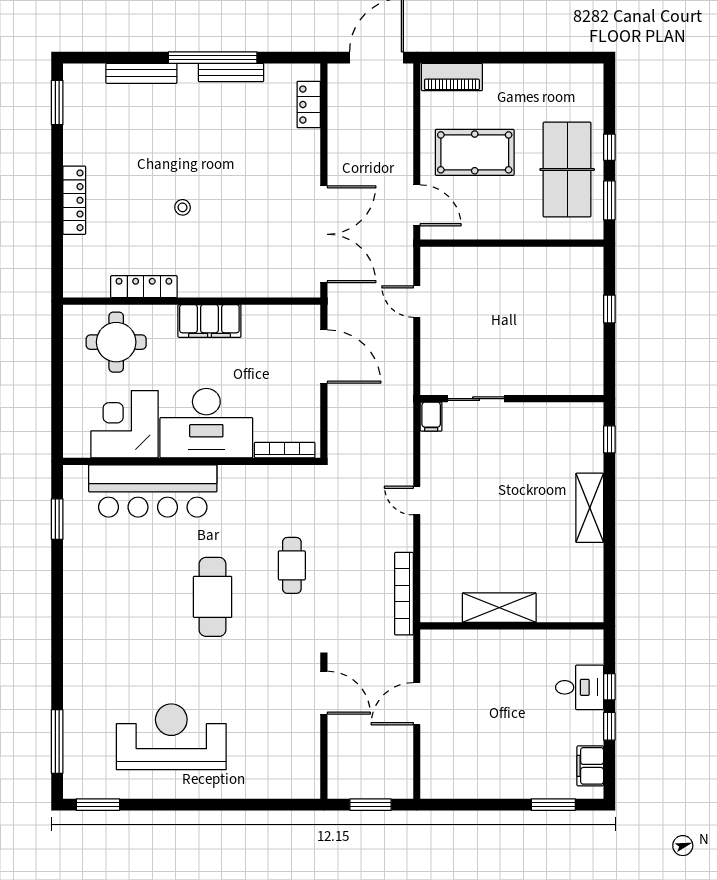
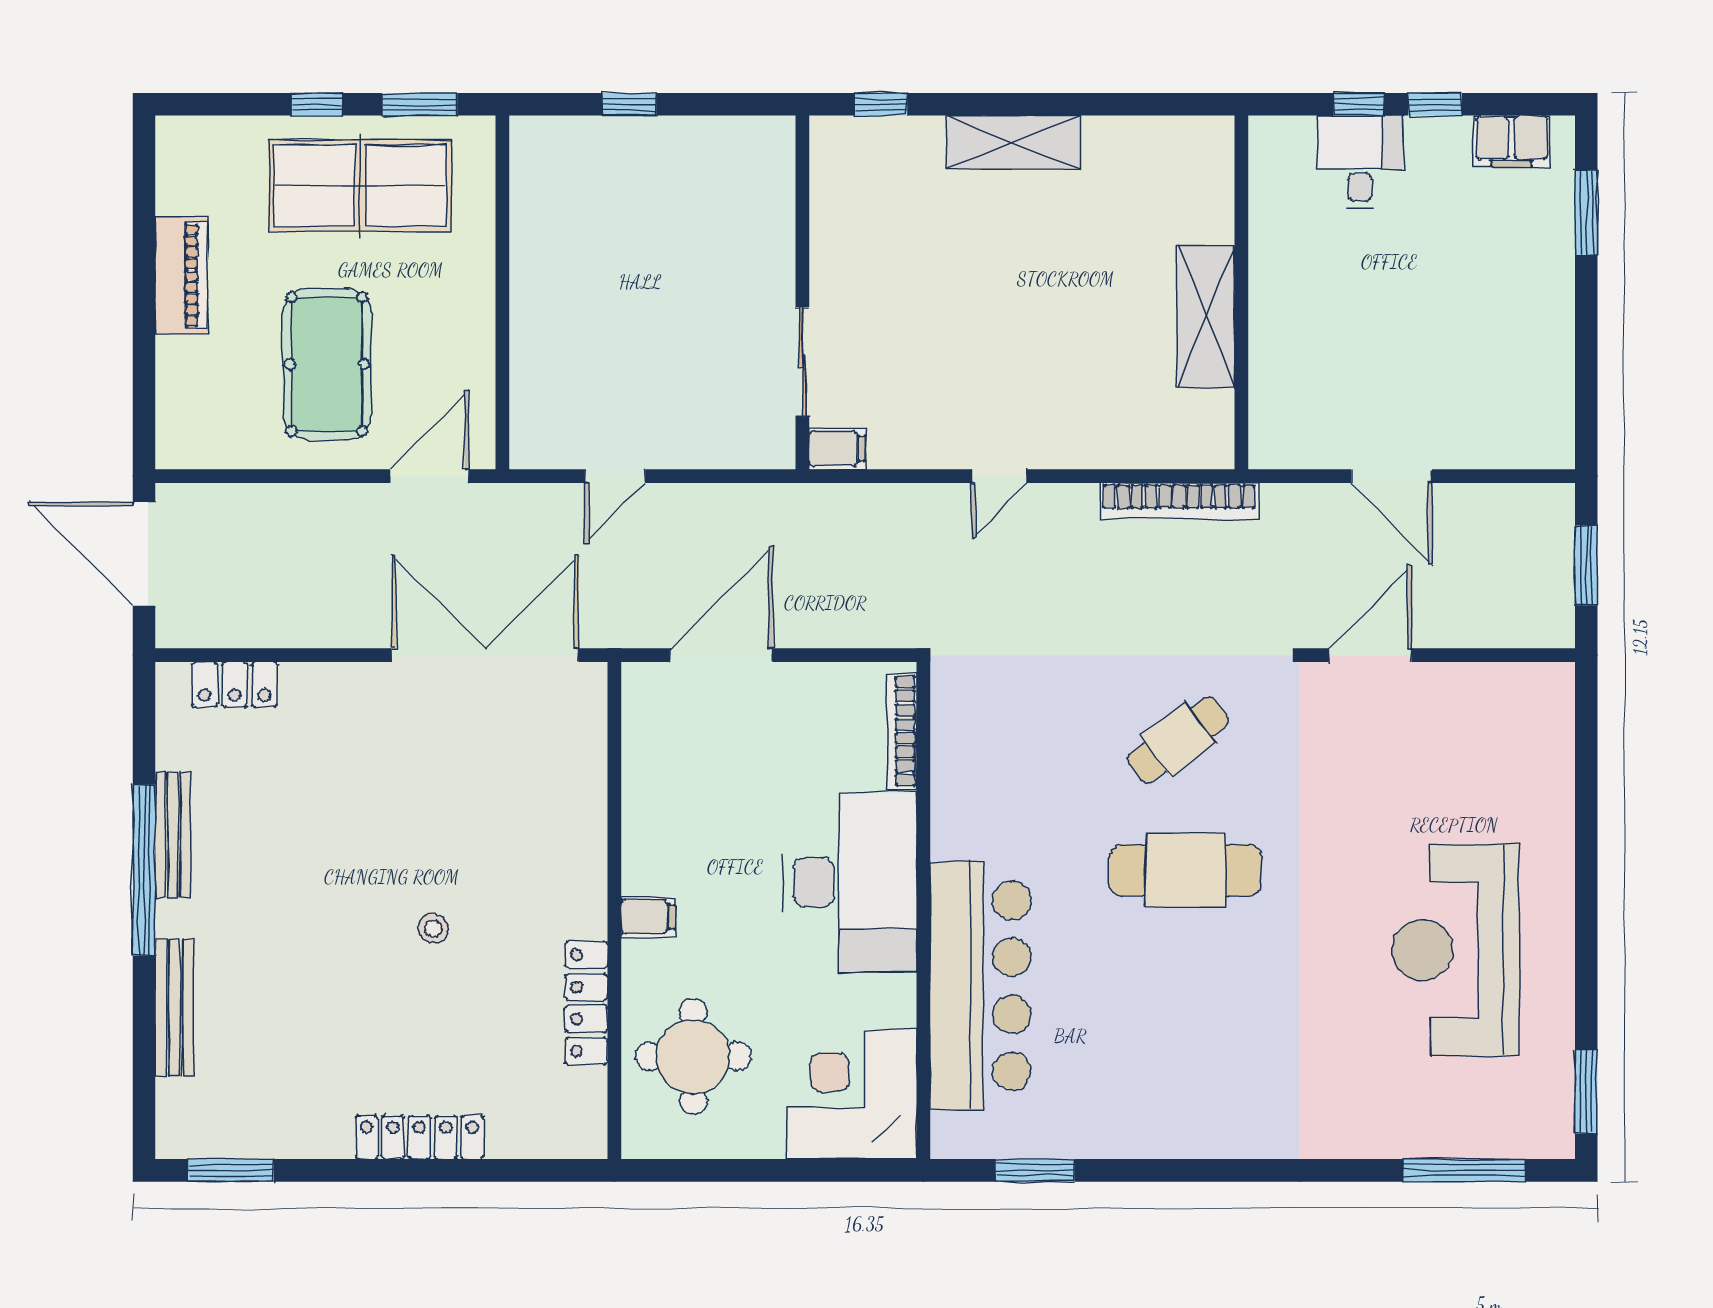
piano: (452, 77) -> (181, 275), moved
filing cabinet: (209, 321) -> (648, 917), width x0.33, depth x0.86
corner desk: (125, 424) -> (852, 1094), moved, turned 90
cafe table: (292, 565) -> (1178, 740), moved, turned -37

